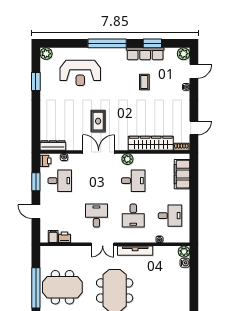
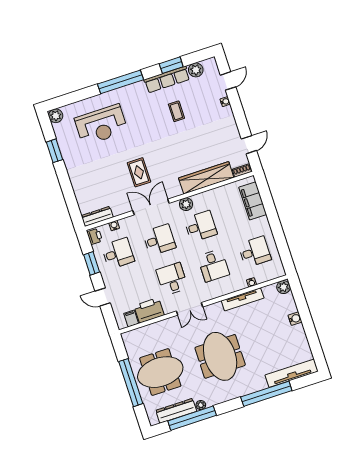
plant: (183, 54) -> (196, 70), moved
desk: (96, 181) -> (159, 240), added
printer: (65, 237) -> (149, 310), width x1.87, depth x1.48
tv unit: (135, 251) -> (243, 299), moved
water cooler: (185, 263) -> (295, 319), moved

